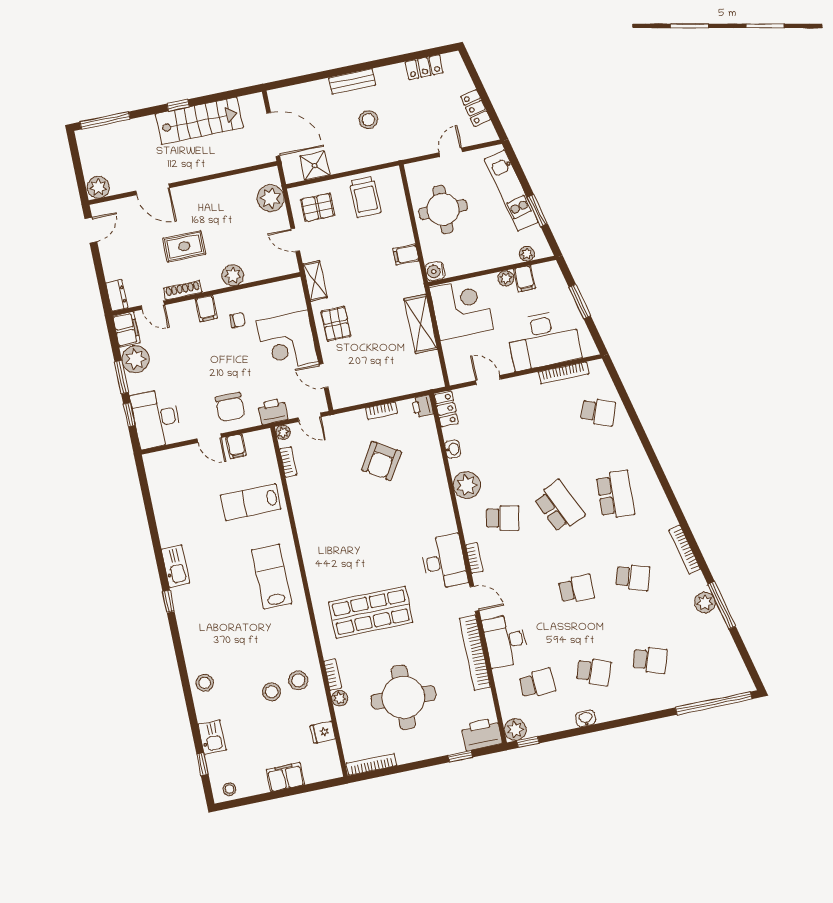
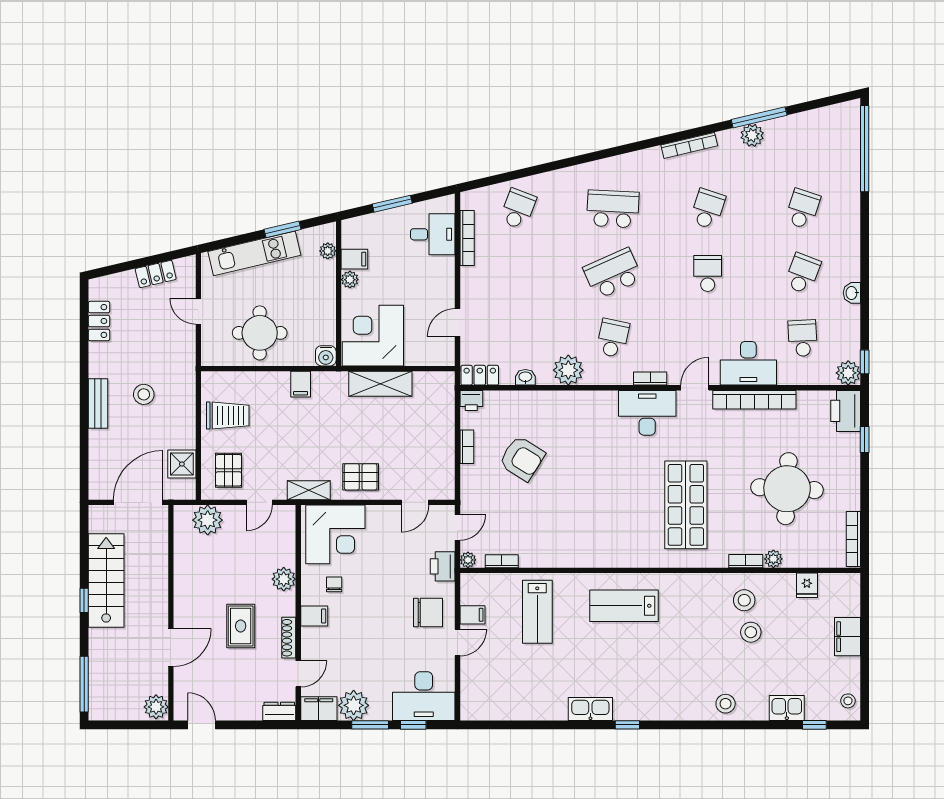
desk: (544, 340) -> (433, 234), width x0.53, depth x0.77
corner desk: (287, 341) -> (335, 534), moved

